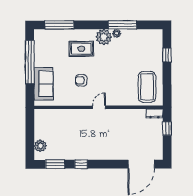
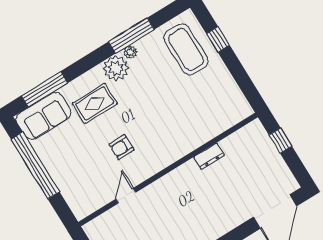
sofa: (44, 84) -> (44, 116), moved, turned 90
coffee table: (147, 87) -> (186, 49), moved
door: (99, 107) -> (126, 196), moved
dresser: (154, 113) -> (209, 156), moved

